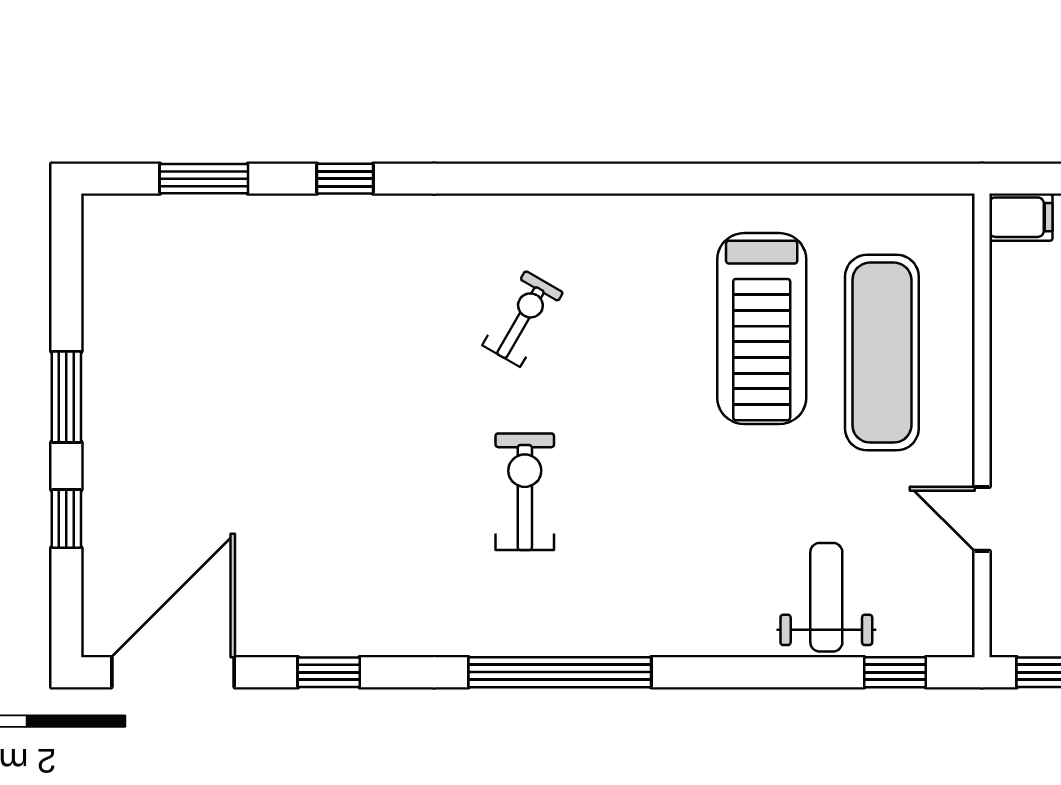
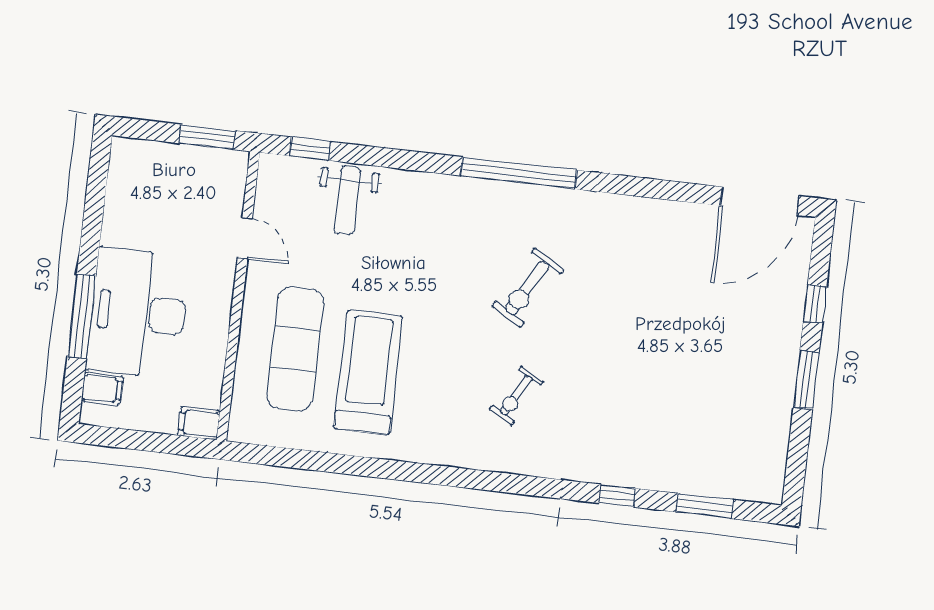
exercise bike: (525, 492) -> (528, 288), turned 30
window: (329, 672) -> (663, 190), removed

